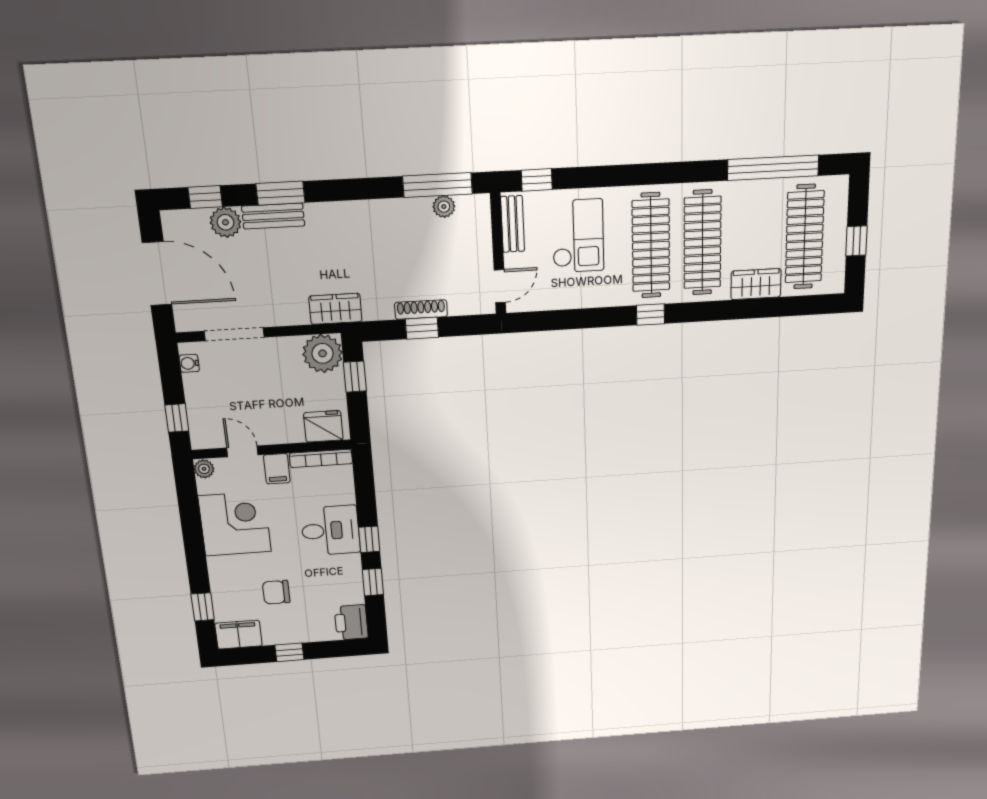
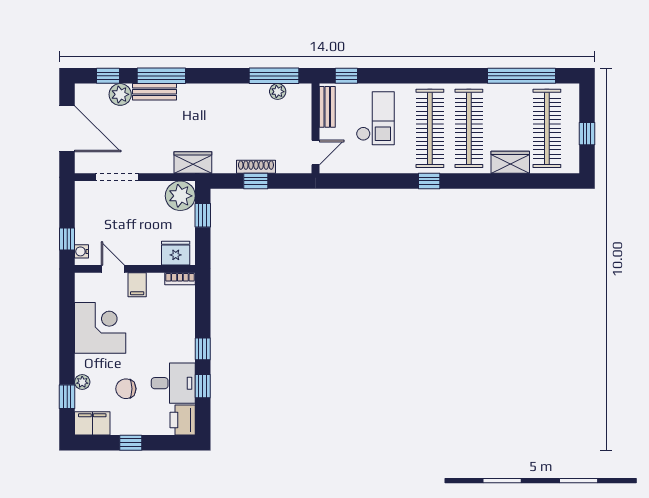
window: (280, 193) -> (161, 76), width x1.44
water cooler: (189, 363) -> (81, 251), moved
bookcase: (321, 458) -> (180, 279), width x0.64
plant: (204, 469) -> (82, 382), moved
desk: (330, 530) -> (173, 383), moved

